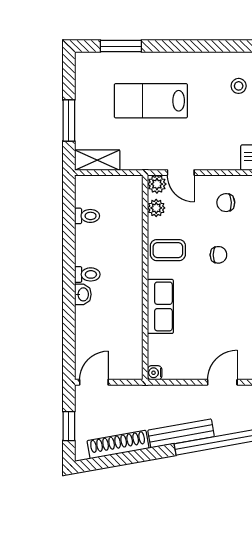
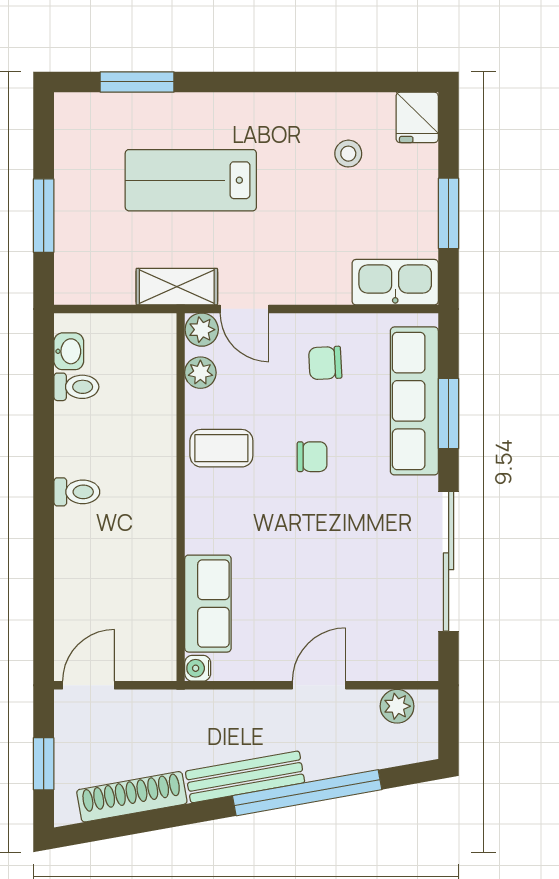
shelving: (97, 160) -> (177, 287), moved
washbasin: (83, 294) -> (69, 351), moved
row of seats: (160, 306) -> (208, 604), moved

